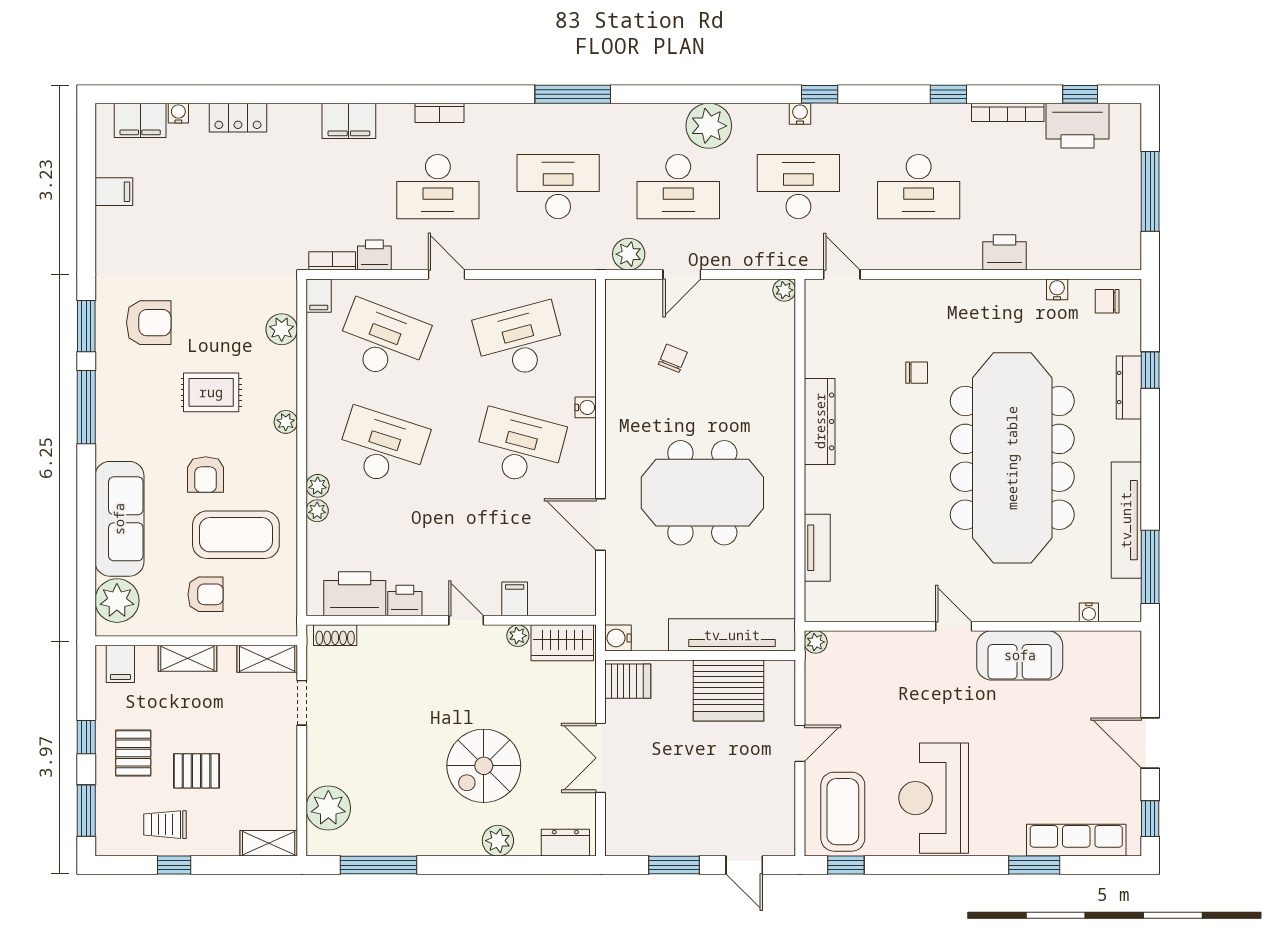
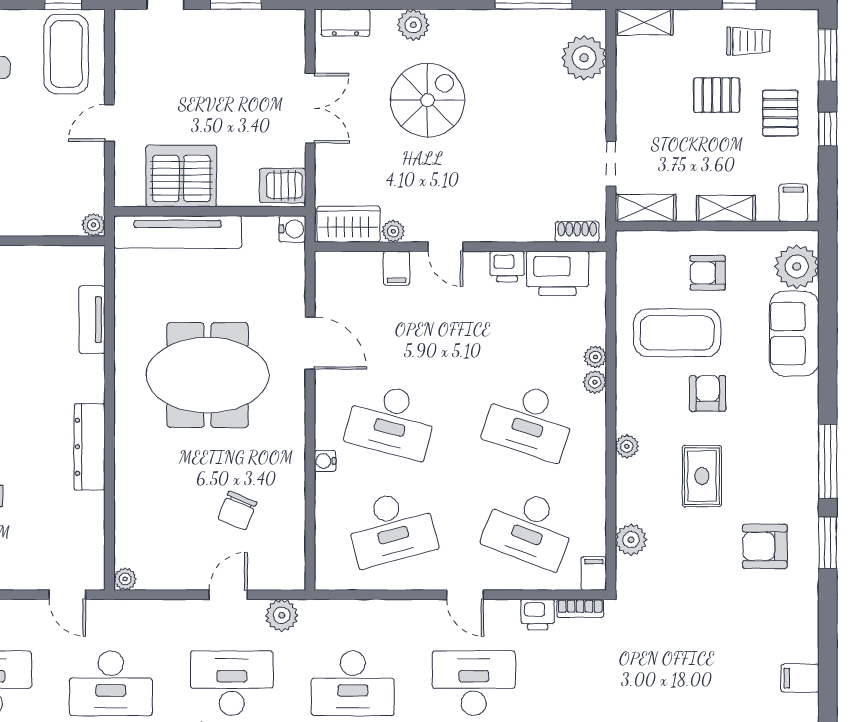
chair: (673, 358) -> (237, 511), width x1.37, depth x1.37
rug: (211, 392) -> (702, 476), turned 90
sofa: (119, 519) -> (794, 334), width x0.73

